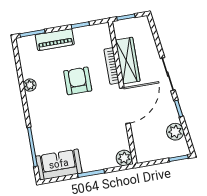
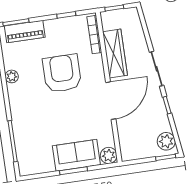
piano: (55, 40) -> (25, 32), moved
bookcase: (112, 66) -> (94, 35), moved
armchair: (78, 81) -> (62, 73), width x1.36, depth x1.36
plant: (175, 132) -> (166, 141), moved
sofa: (59, 165) -> (76, 155), moved

